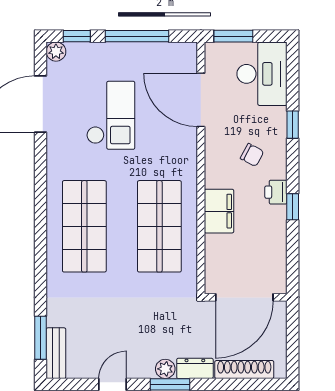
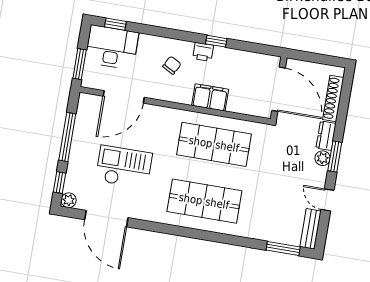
window: (293, 125) -> (115, 24), moved
bench: (56, 353) -> (311, 229), moved, turned 90

